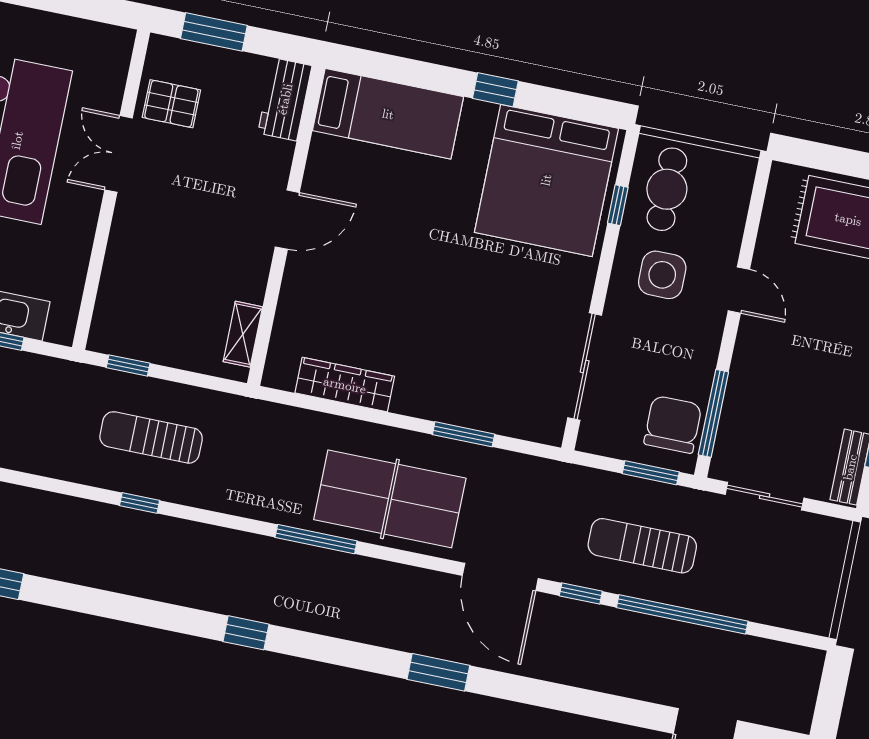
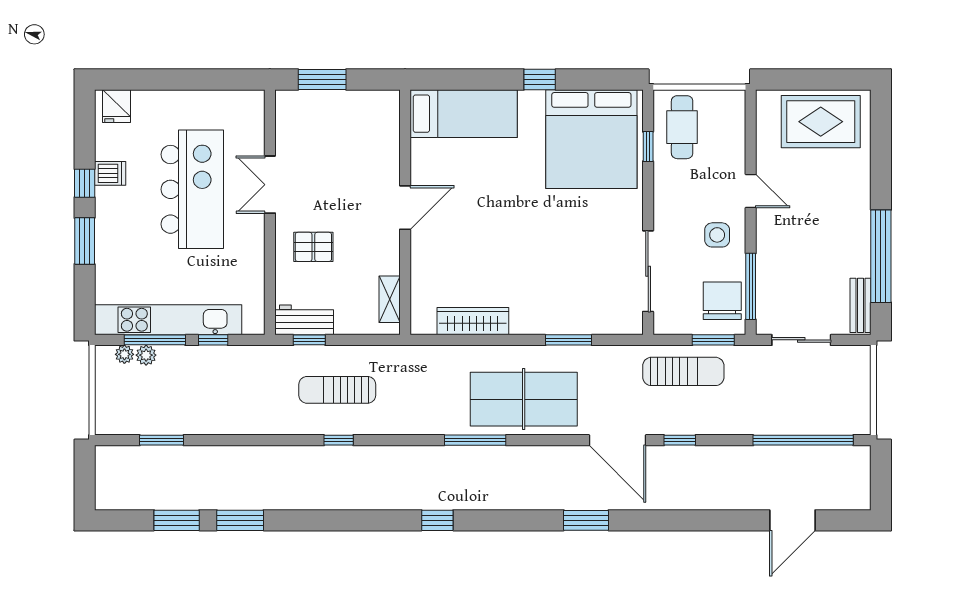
workbench: (285, 99) -> (304, 320), moved, turned 90
pallet: (171, 104) -> (313, 247), moved
side table: (662, 275) -> (717, 235), moved, width x0.73, depth x0.73
sun lounger: (642, 546) -> (683, 371), moved, turned 180
window: (682, 614) -> (803, 440), moved

